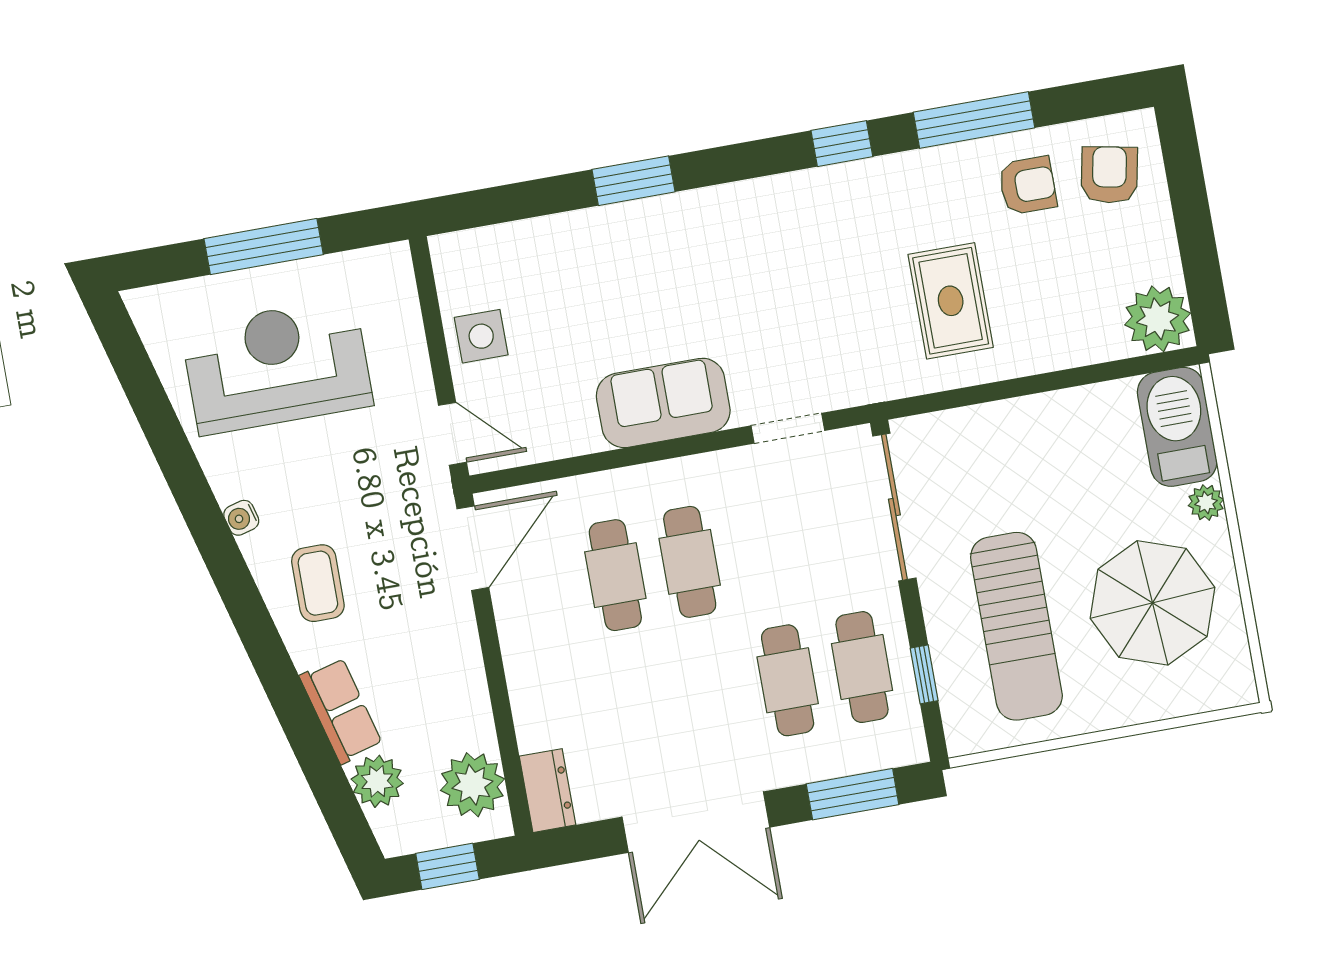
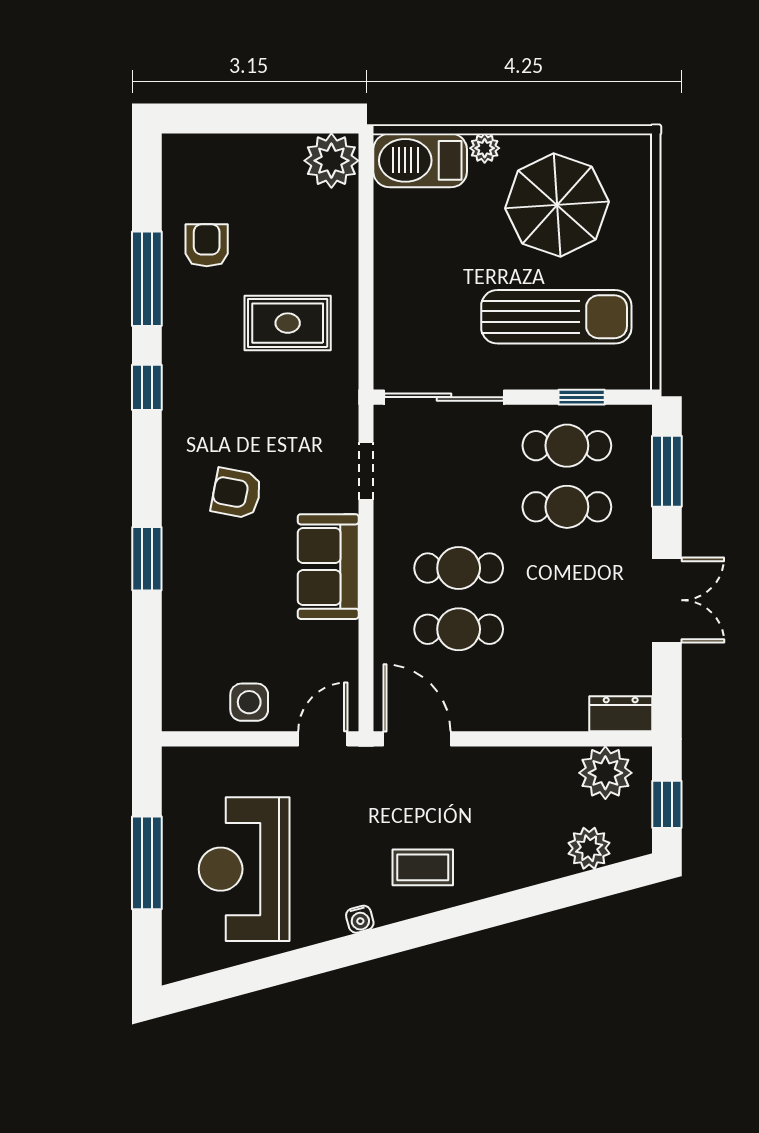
armchair: (1109, 175) -> (237, 493), moved
row of seats: (341, 710) -> (527, 867), removed
double door: (696, 822) -> (667, 600), width x0.73

